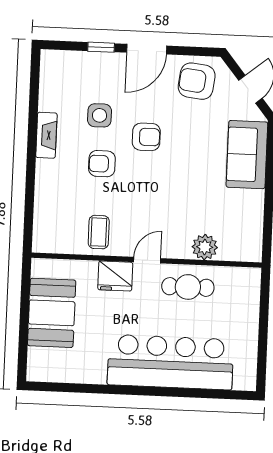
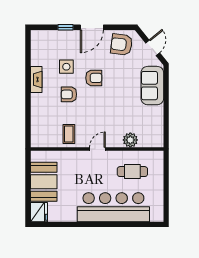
fridge: (115, 276) -> (39, 212), moved, turned -90
cafe table: (188, 287) -> (132, 172), moved

